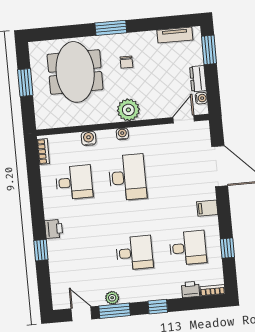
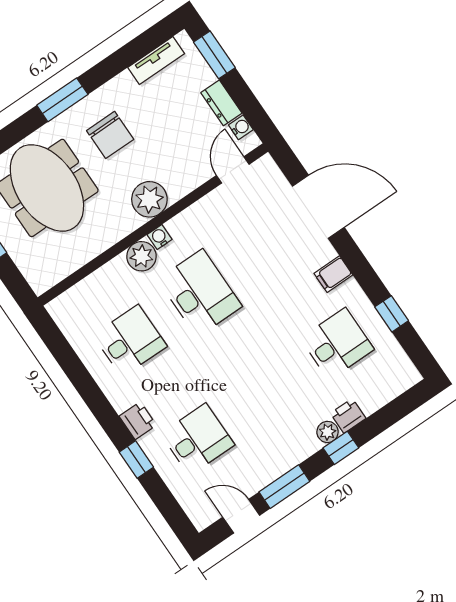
chair: (126, 62) -> (110, 135), width x1.87, depth x1.87
water cooler: (89, 138) -> (117, 269), removed
plant: (106, 139) -> (141, 256), added
bookcase: (43, 151) -> (64, 322), removed
desk: (134, 253) -> (198, 439), moved
printer: (190, 289) -> (348, 416), moved
bookcase: (213, 290) -> (404, 383), removed
plant: (112, 298) -> (328, 432), moved

